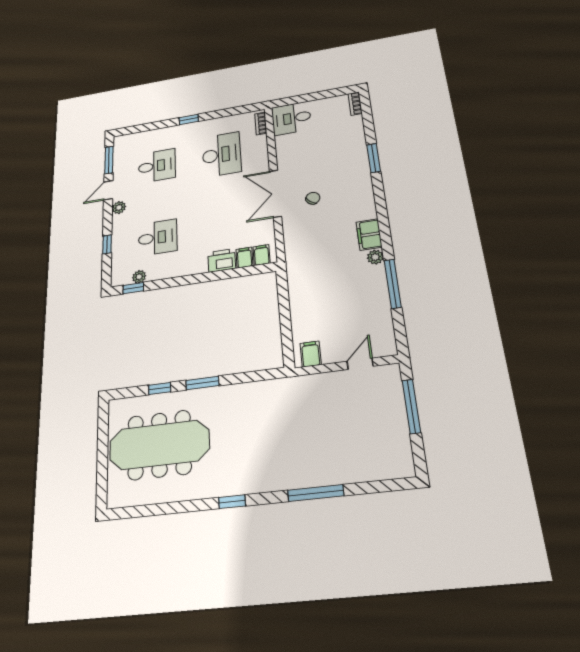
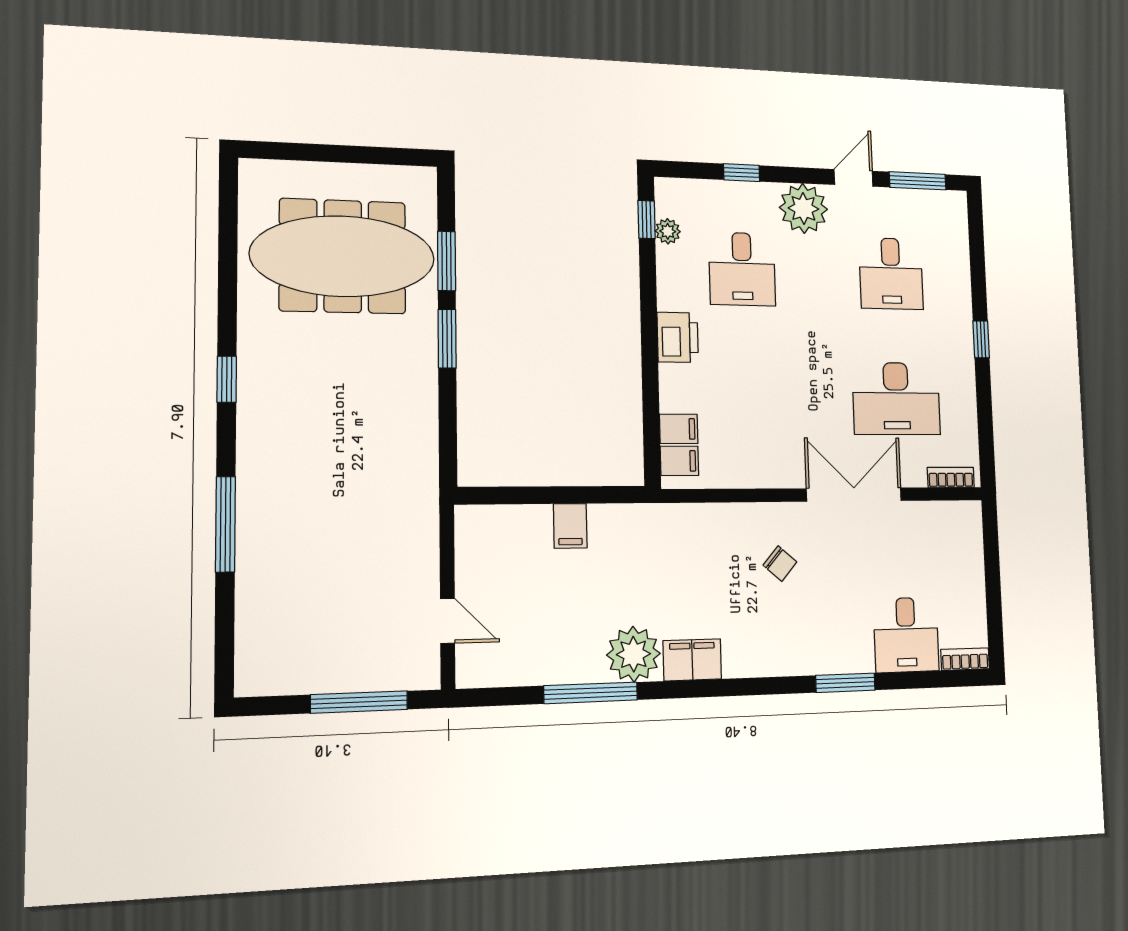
desk: (291, 118) -> (906, 635), moved, turned 180
door: (108, 190) -> (853, 178), hinge flipped
double door: (275, 194) -> (854, 495), moved
plant: (119, 208) -> (803, 208), width x1.88, depth x1.88
plant: (375, 257) -> (633, 654), width x1.88, depth x1.88
printer: (222, 260) -> (678, 337), moved
filing cabinet: (311, 354) -> (570, 526), moved, turned 90
window: (160, 389) -> (447, 261), width x1.50
meeting table: (159, 445) -> (343, 256), turned 90

